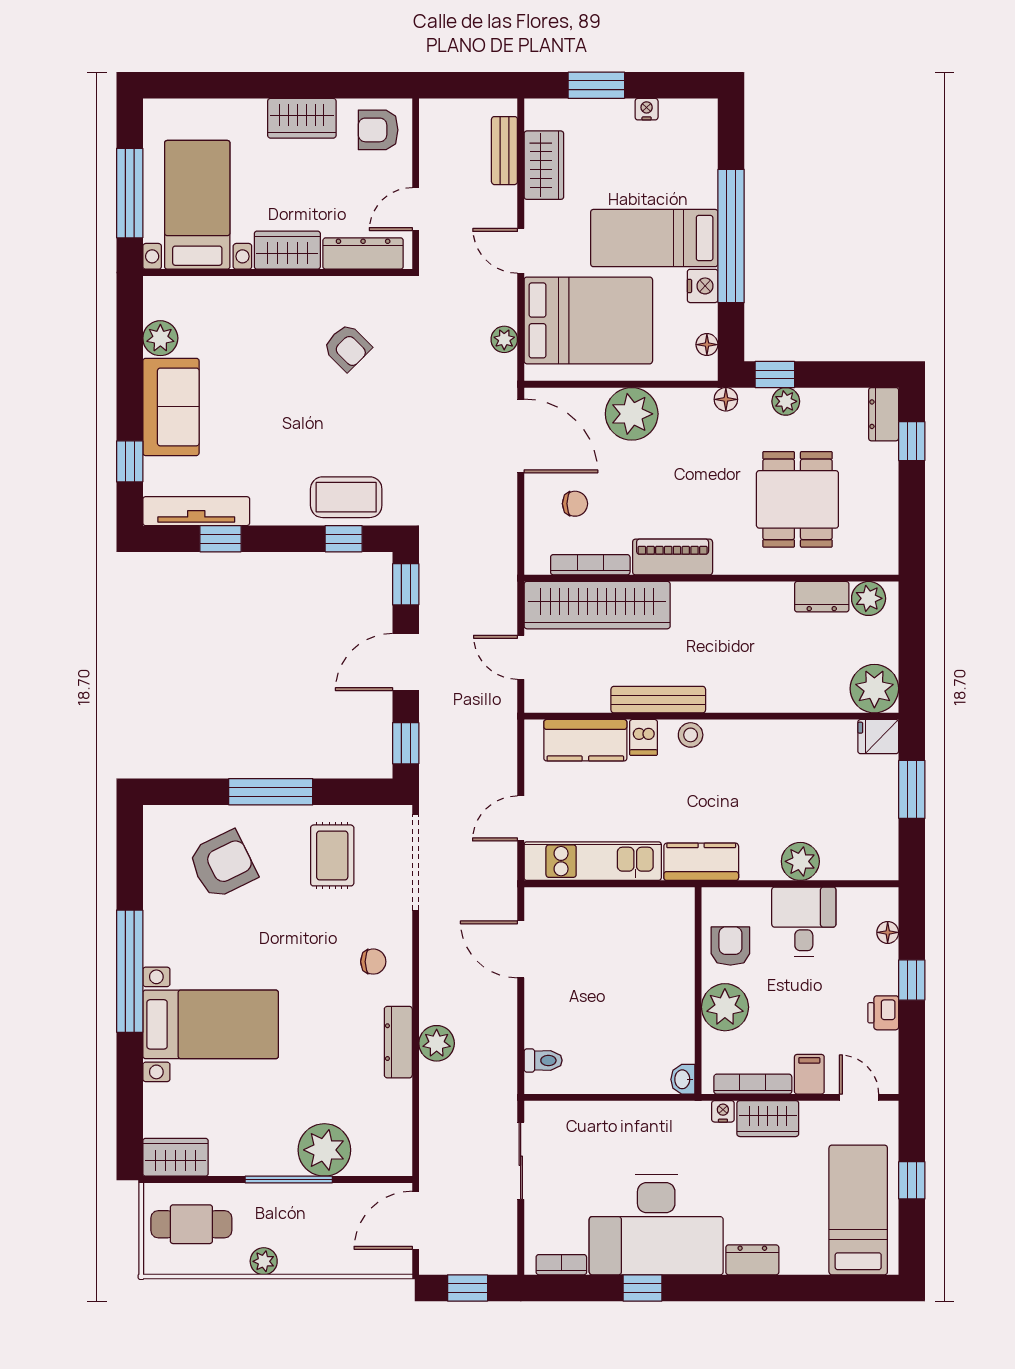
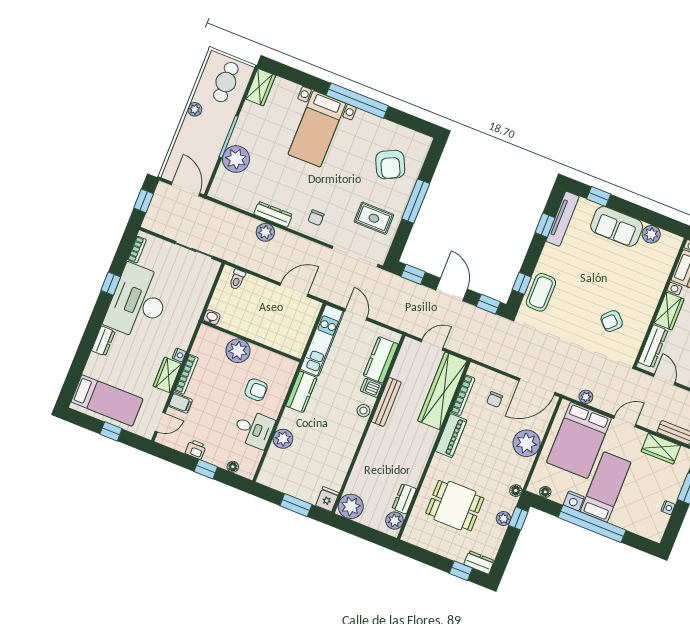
wall: (698, 991) -> (251, 341), moved
plant: (725, 1007) -> (238, 351), moved
washbasin: (683, 1079) -> (212, 317), moved

